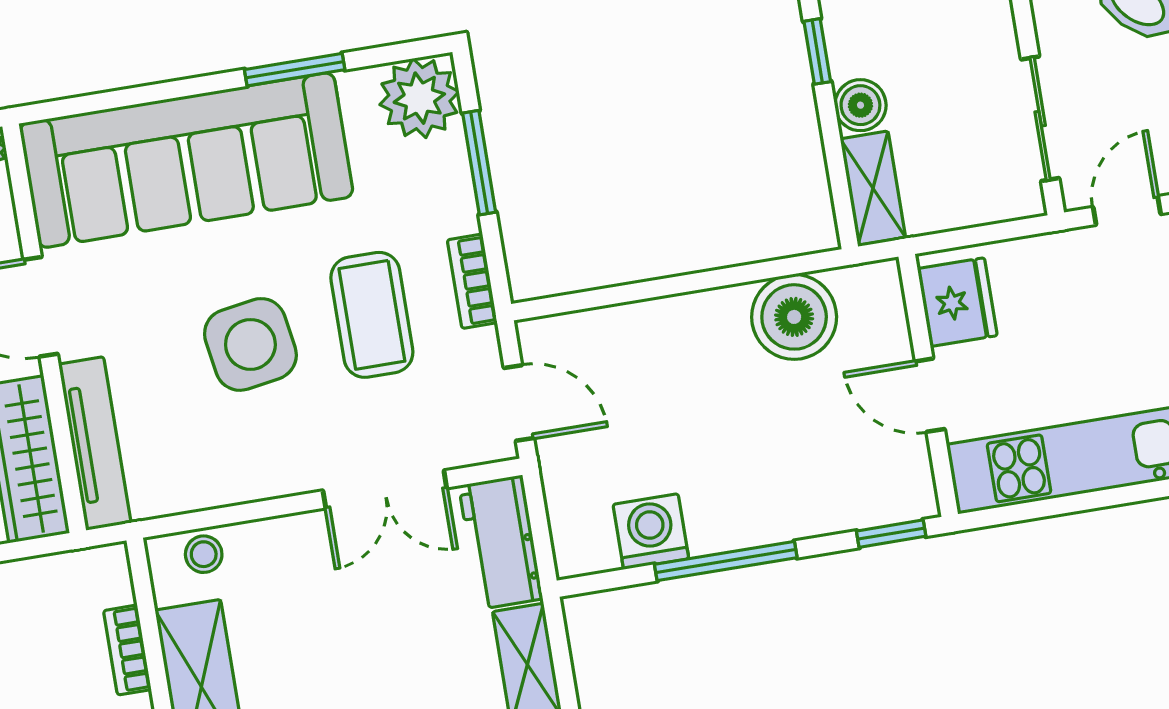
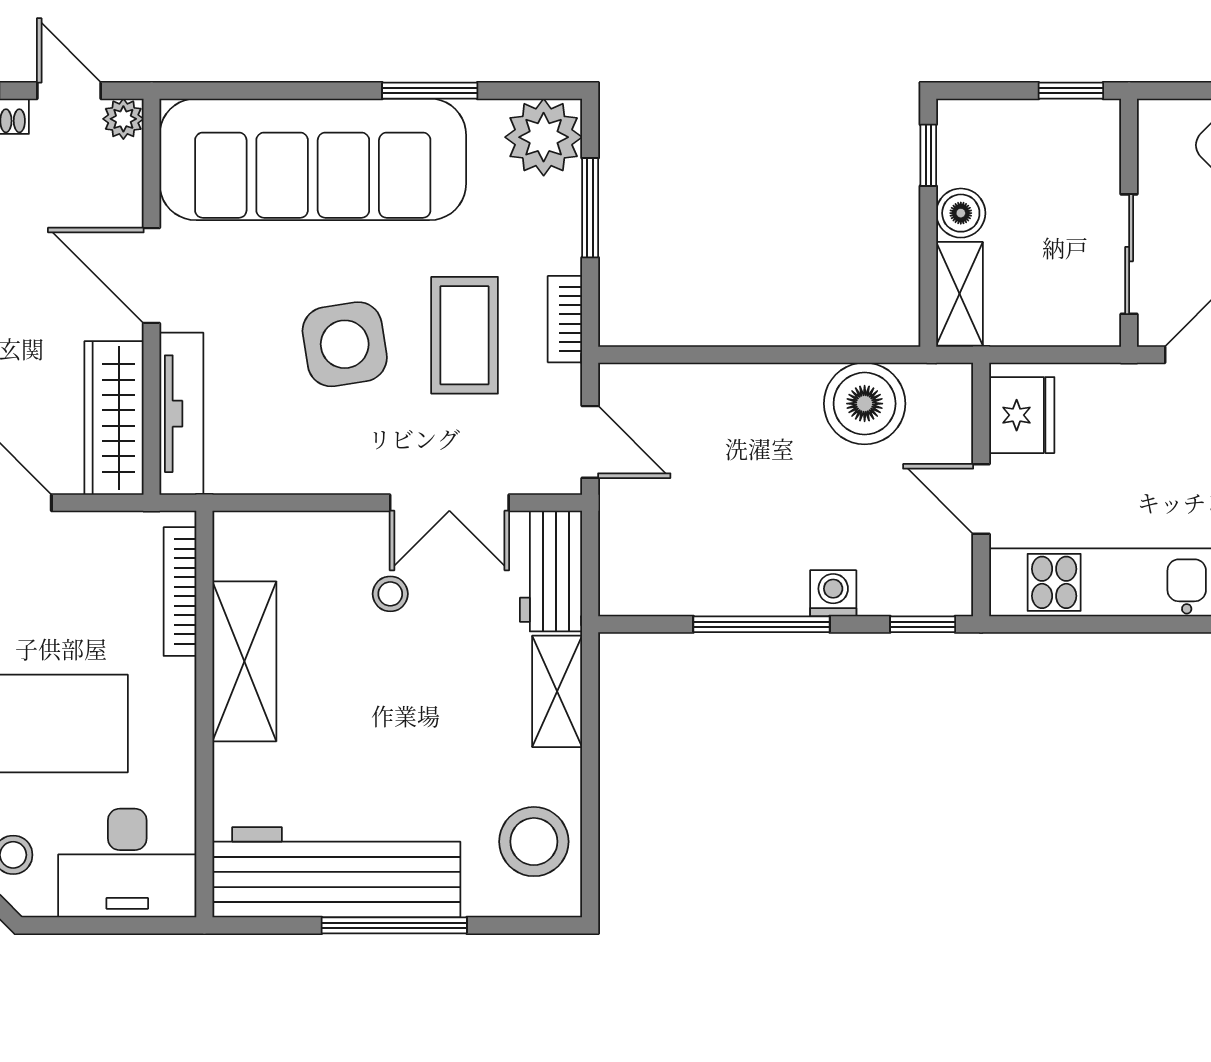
washing machine: (651, 532) -> (833, 593), moved, width x0.73, depth x0.73
stool: (204, 554) -> (390, 594), moved
bookcase: (127, 650) -> (180, 592), width x1.56

